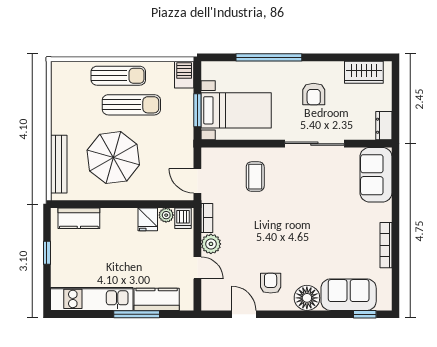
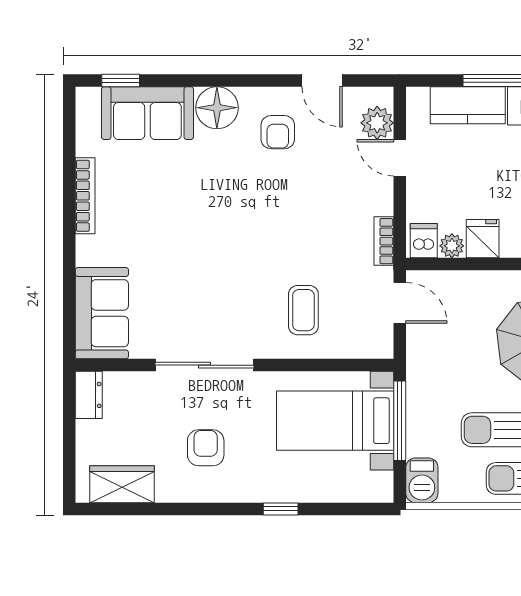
window: (269, 57) -> (281, 509), width x0.32
window: (197, 110) -> (400, 421), width x1.44
plant: (211, 244) -> (377, 123), moved

